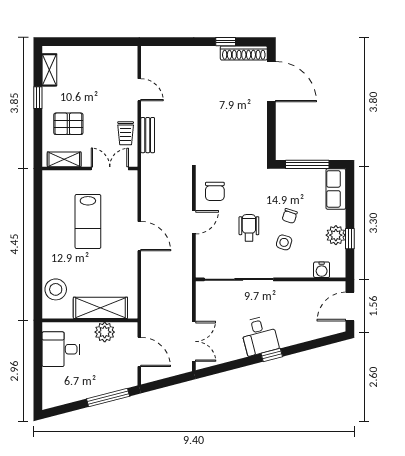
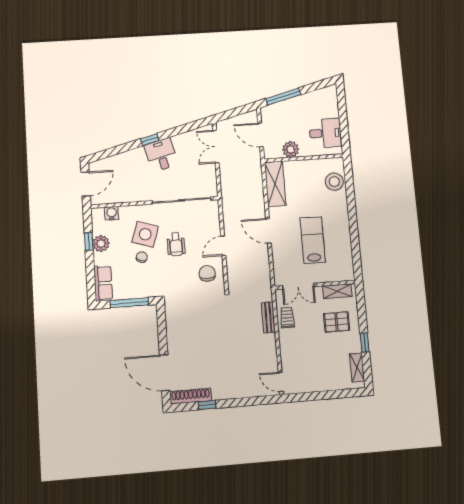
door: (139, 90) -> (281, 382), moved
side table: (284, 242) -> (145, 234), width x1.87, depth x1.87
shelving: (100, 308) -> (275, 184), moved, turned 90

